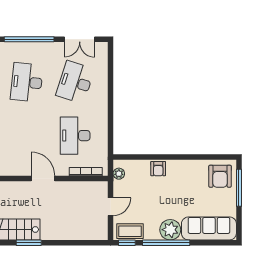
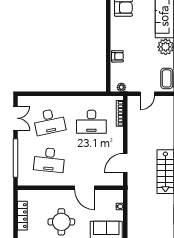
desk: (75, 82) -> (49, 122), turned -30
door: (43, 178) -> (125, 163), moved
door: (110, 207) -> (147, 94), swing flipped

